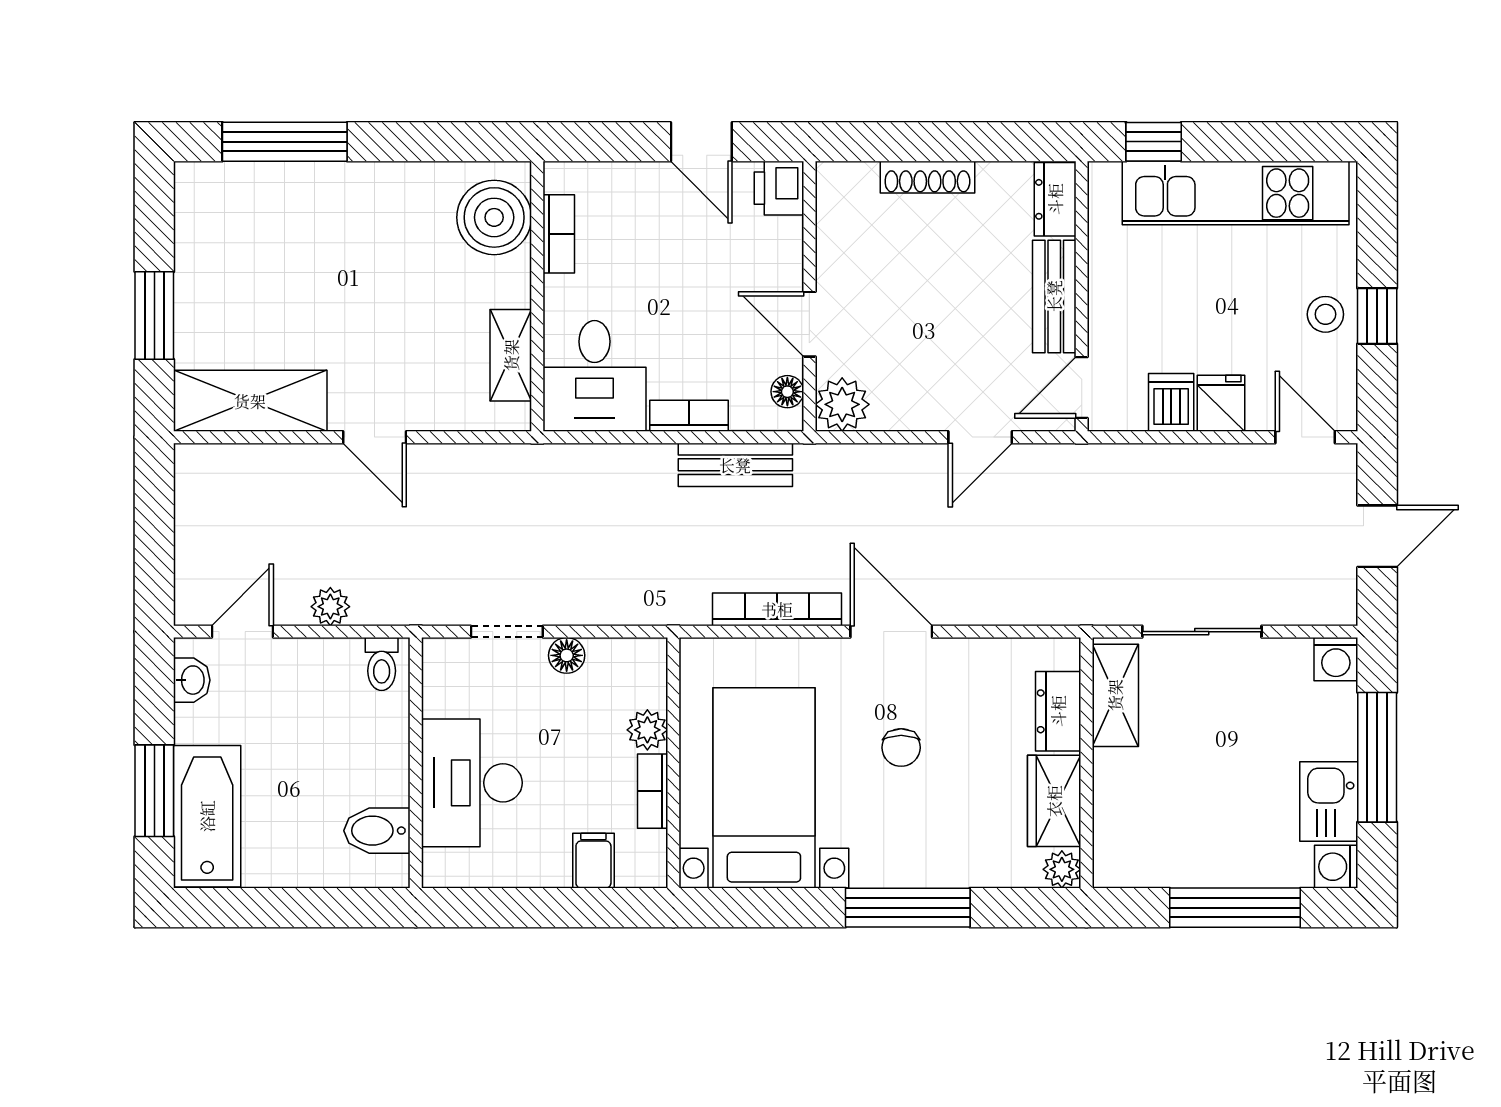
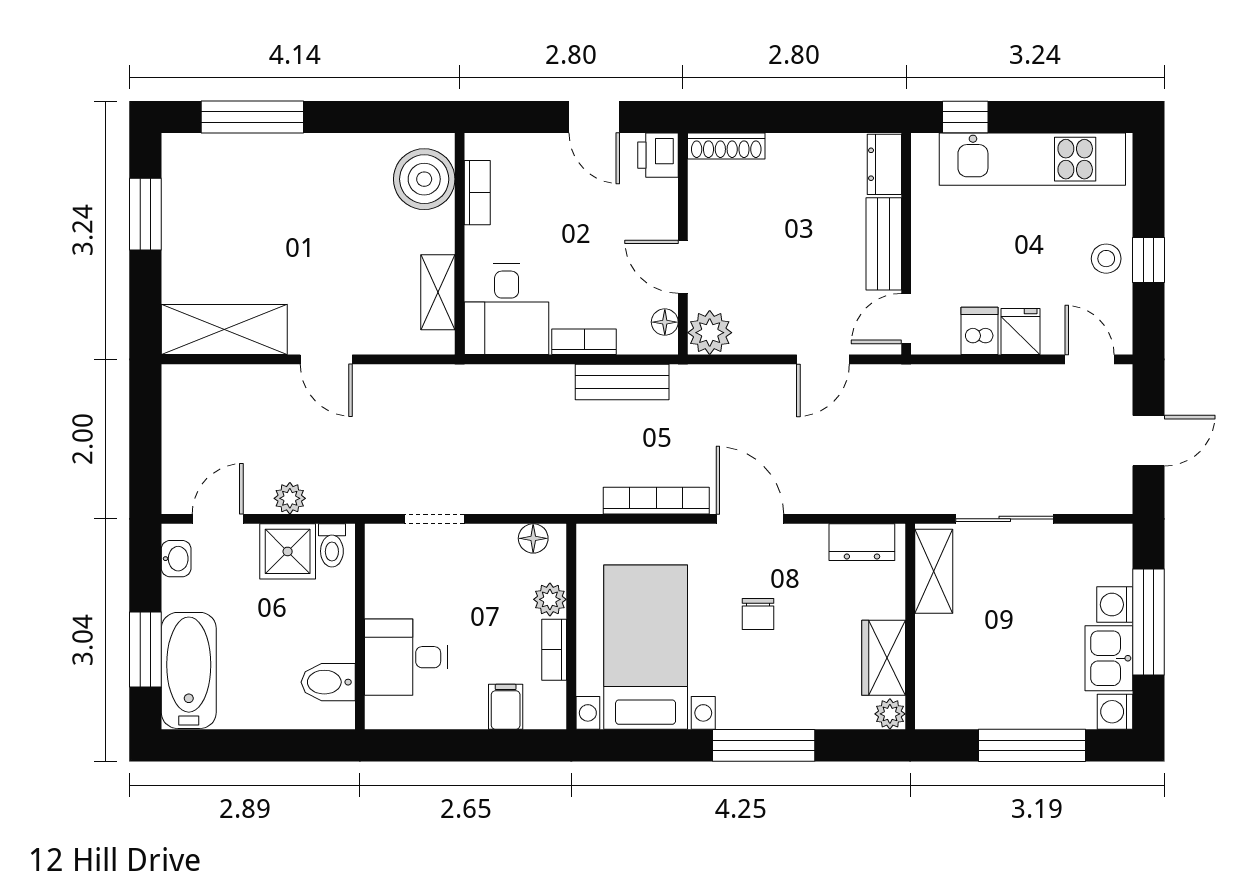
shoe rack: (927, 177) -> (726, 146), moved
window: (154, 316) -> (145, 214), moved
floor lamp: (567, 655) -> (533, 538), moved
washing machine: (1336, 659) -> (1115, 605), moved, turned 90
shower: (328, 671) -> (288, 551), added
dresser: (1058, 711) -> (862, 542), moved, turned -90
desk: (472, 783) -> (406, 657), width x0.73

